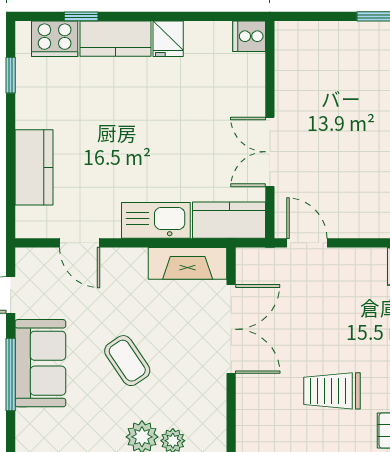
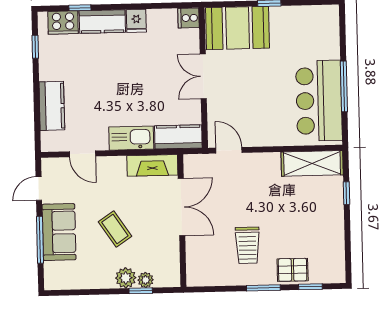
booth: (325, 54) -> (238, 28), added
double door: (270, 152) -> (203, 76), moved
trolley: (332, 391) -> (247, 245), turned -90

